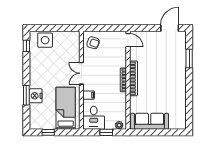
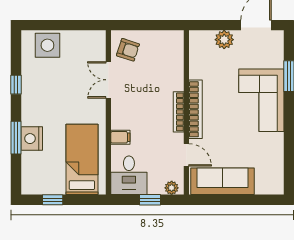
plant: (151, 37) -> (224, 40), added
door: (128, 40) -> (186, 155), moved
window: (26, 46) -> (16, 85), moved
double door: (81, 73) -> (108, 80), moved
corner sofa: (173, 73) -> (261, 100), added

